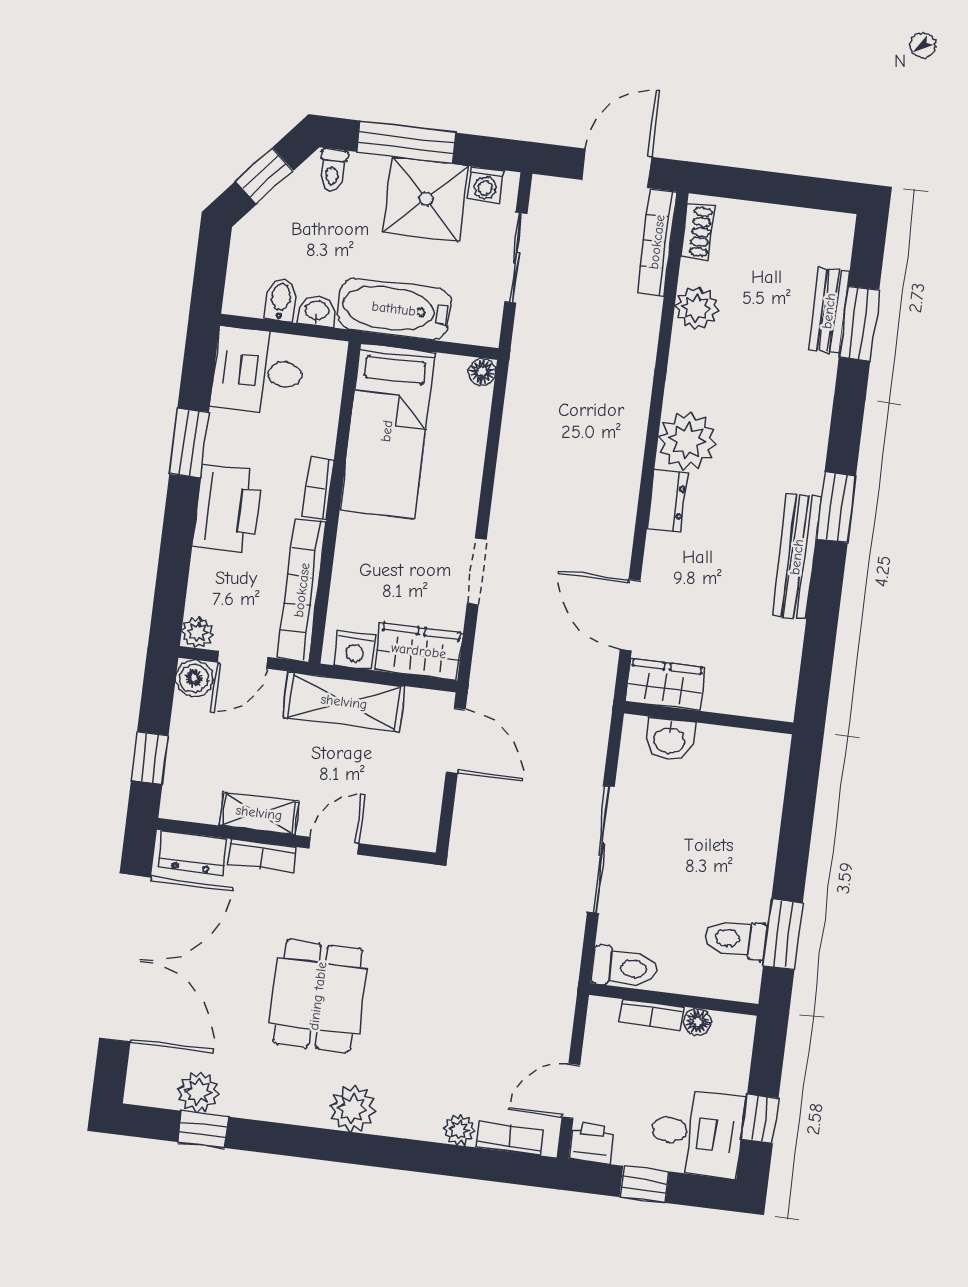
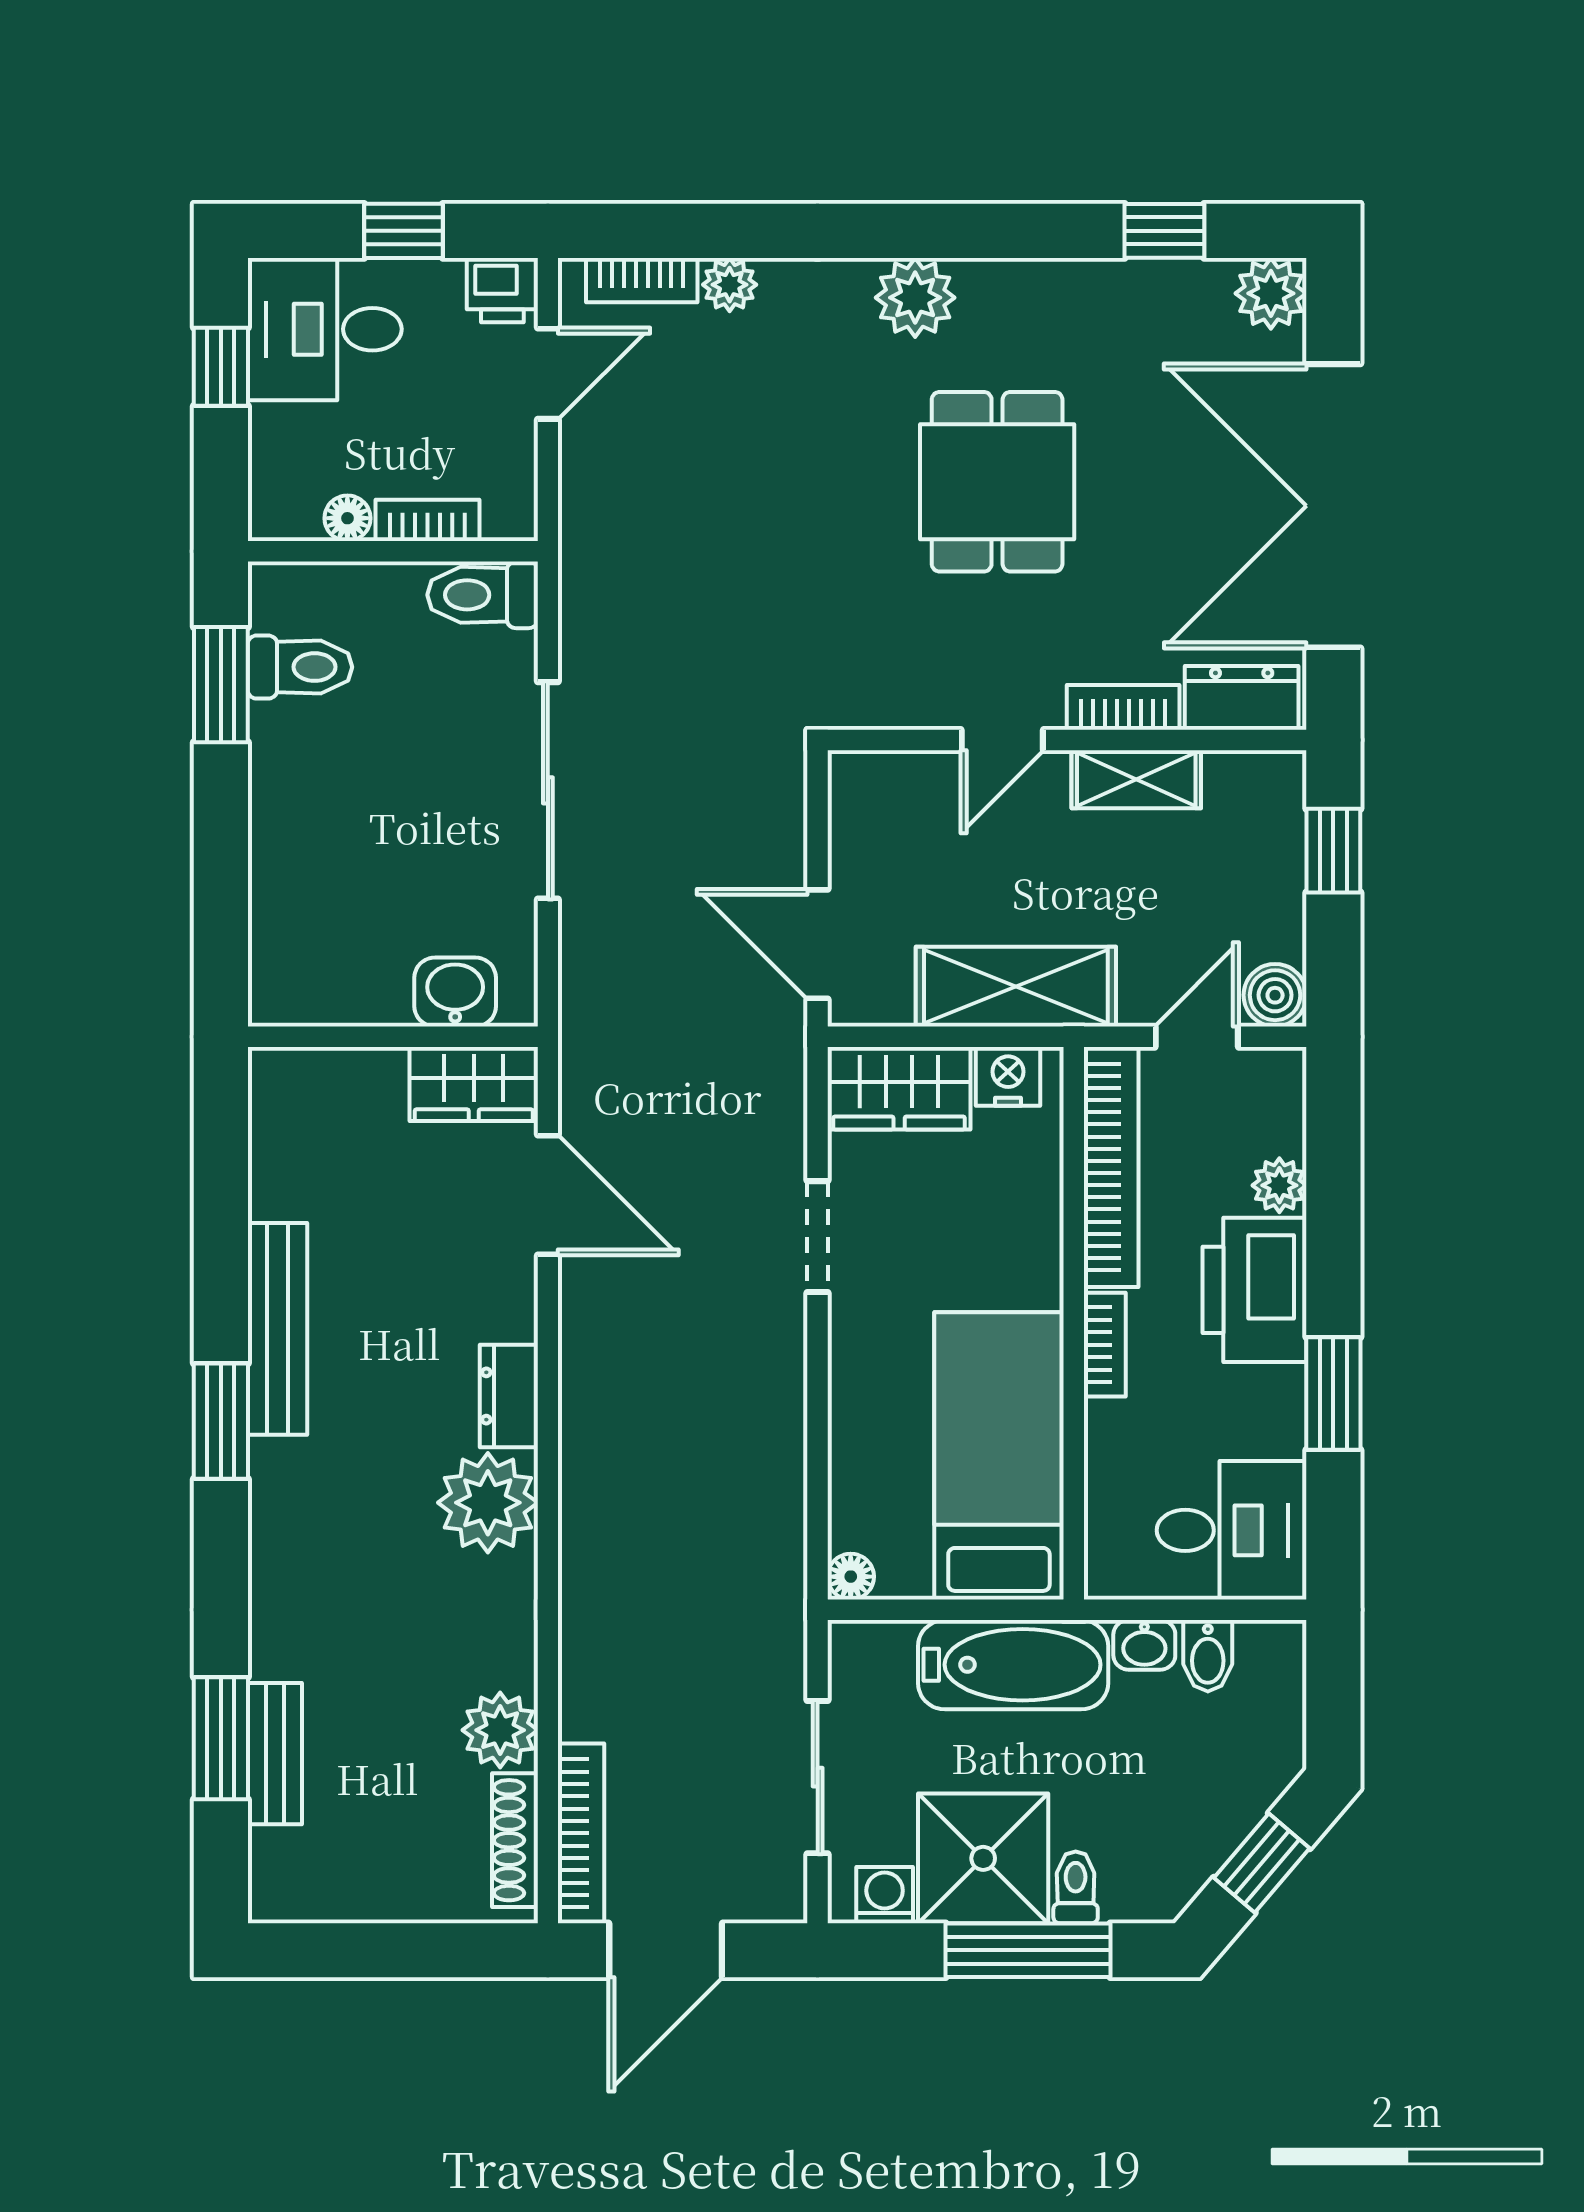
toilet: (333, 170) -> (1076, 1887), moved
shoe rack: (697, 231) -> (515, 1840), width x1.43
plant: (197, 632) -> (1279, 1185), moved
plant: (198, 1092) -> (1271, 293), moved

